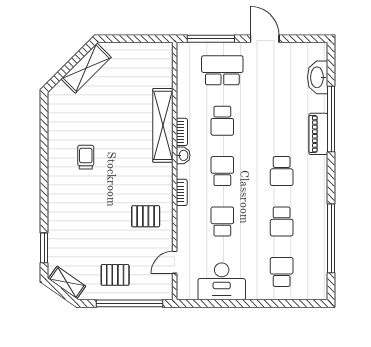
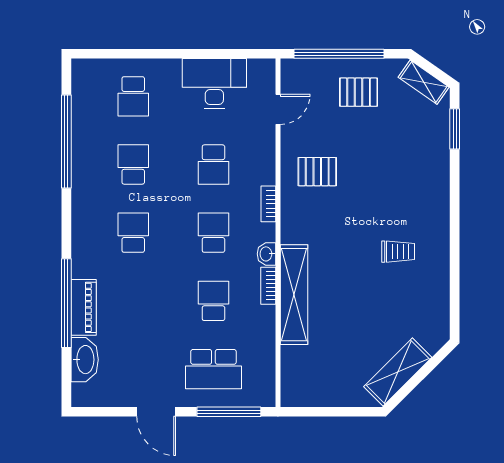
piano: (318, 134) -> (84, 307), moved
trolley: (86, 157) -> (398, 252), turned -90
school desk: (222, 171) -> (213, 233), turned 180

